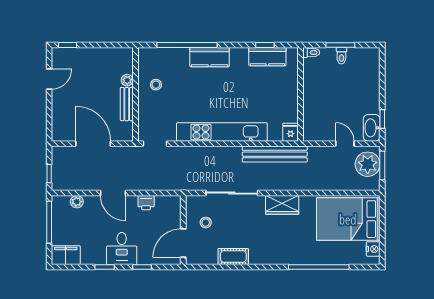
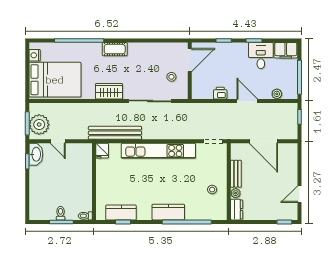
dresser: (126, 60) -> (237, 210), added
desk: (122, 249) -> (261, 56), moved
cot: (233, 256) -> (115, 49), moved

